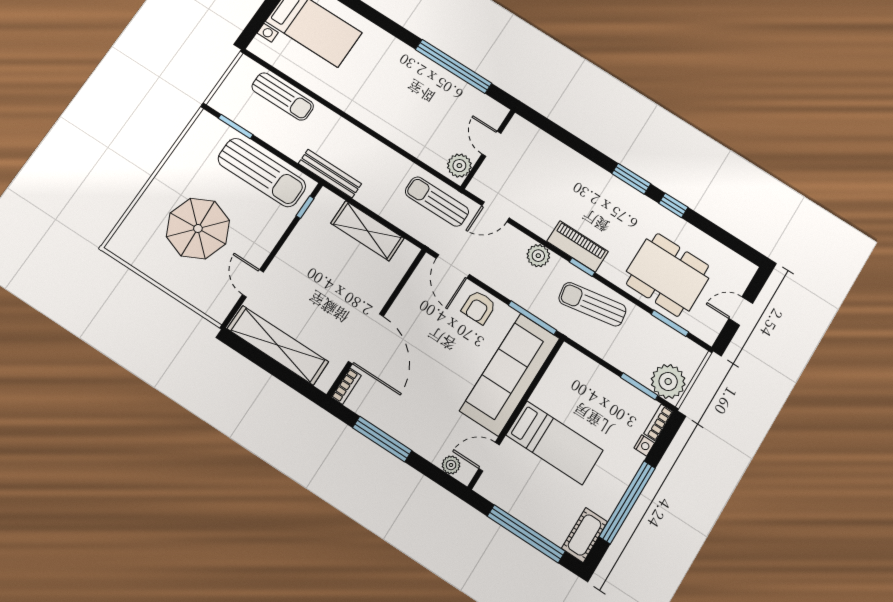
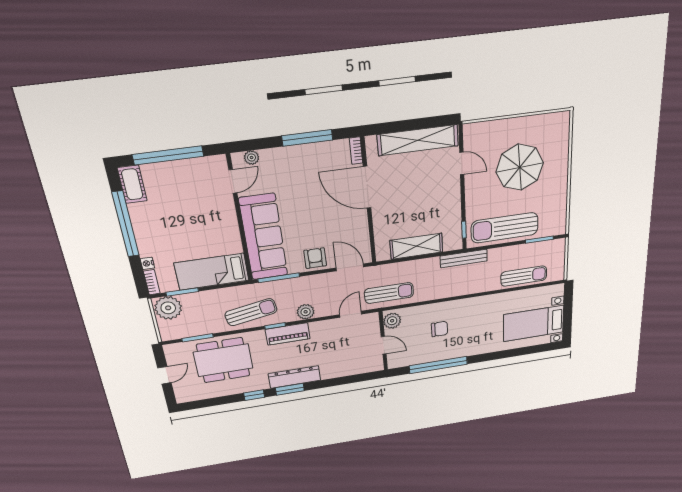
sun lounger: (283, 96) -> (524, 276), turned 180
chair: (418, 111) -> (440, 329), added
dresser: (614, 189) -> (295, 377), added
bed: (554, 443) -> (212, 272), moved

